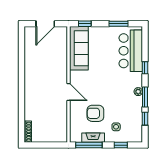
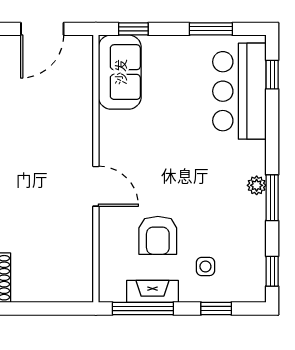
sofa: (79, 48) -> (120, 72), width x0.73
window: (145, 68) -> (272, 75), moved
armchair: (95, 113) -> (158, 235), turned -90
window: (145, 119) -> (272, 271), moved

